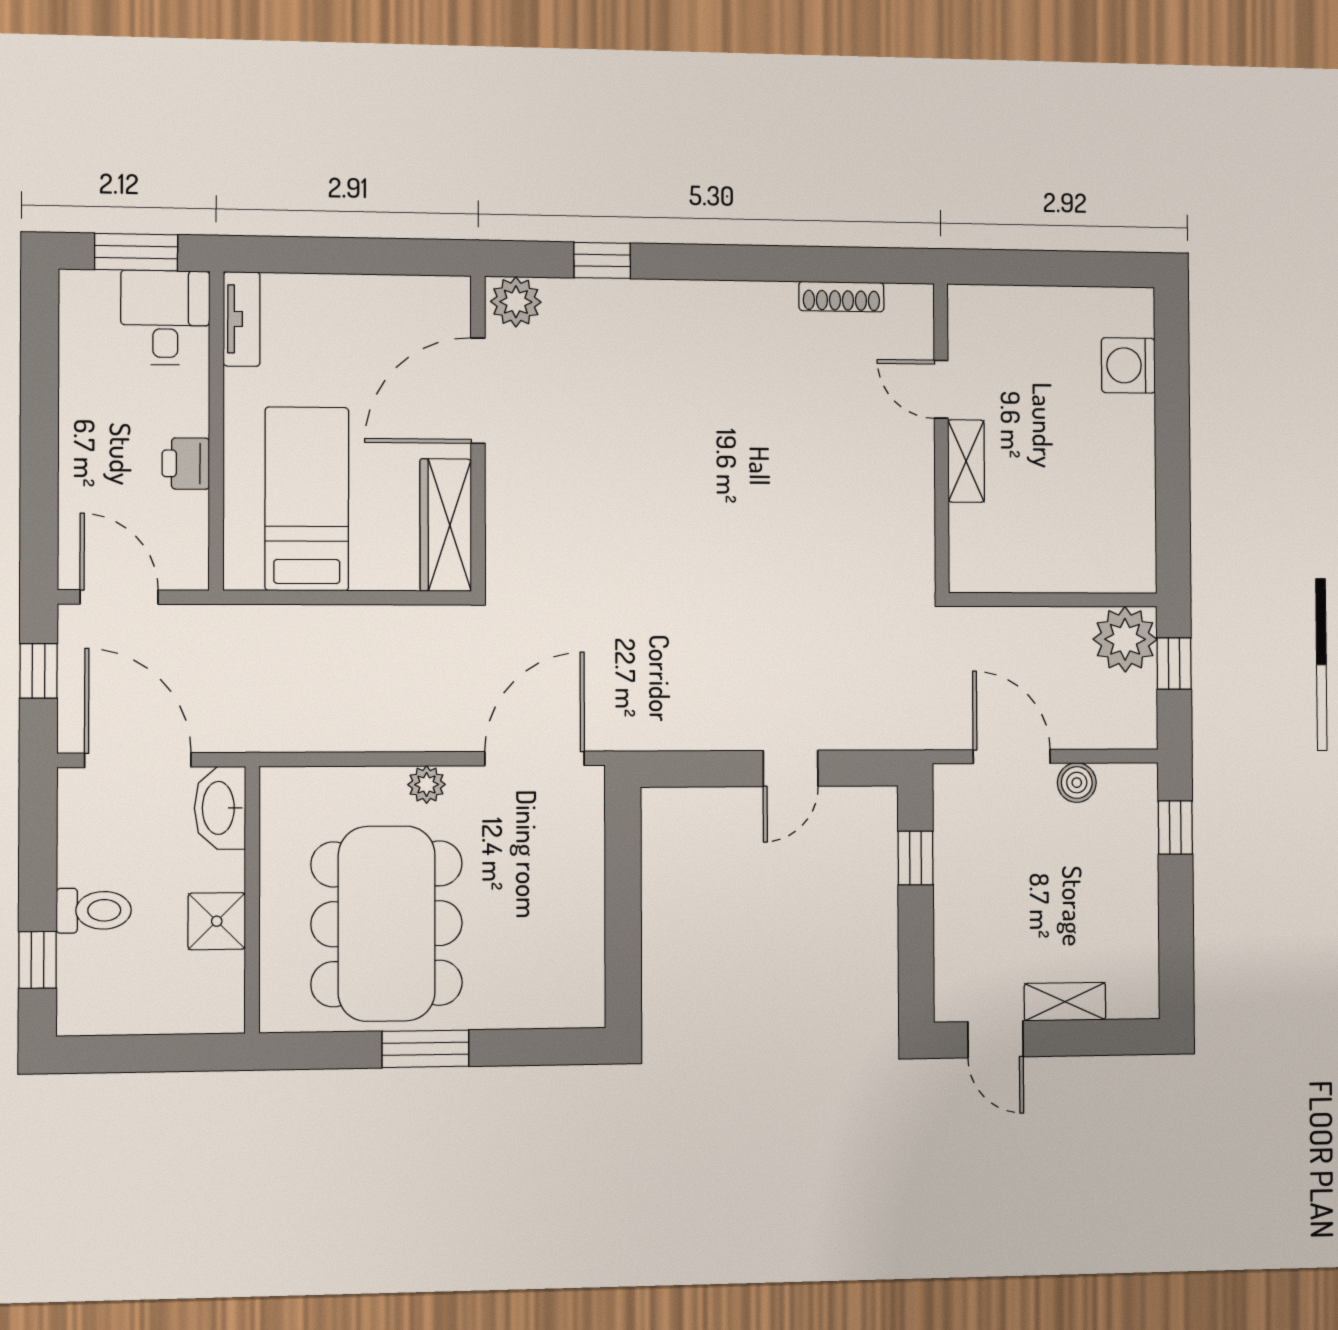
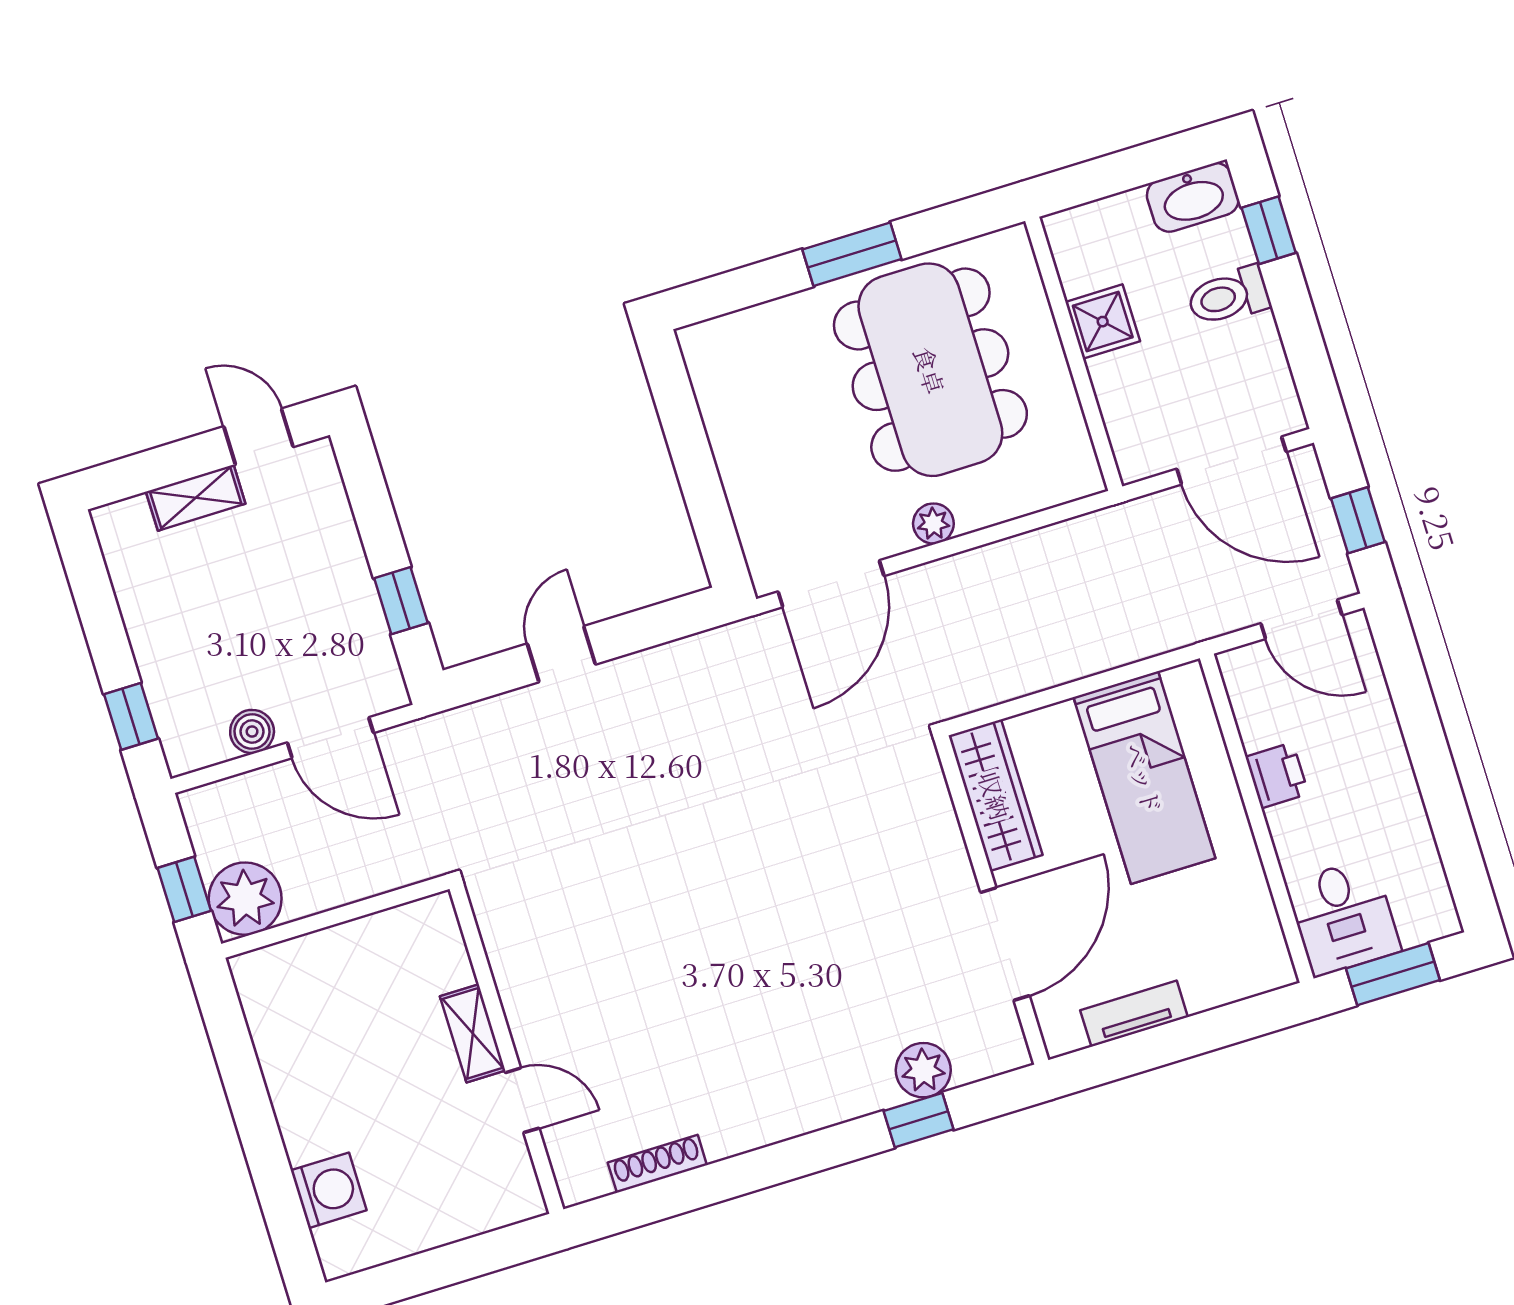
plant: (516, 302) -> (923, 1070), moved
tv unit: (242, 319) -> (1134, 1014), moved, turned 90
washbasin: (220, 808) -> (1193, 197), moved, turned 90

